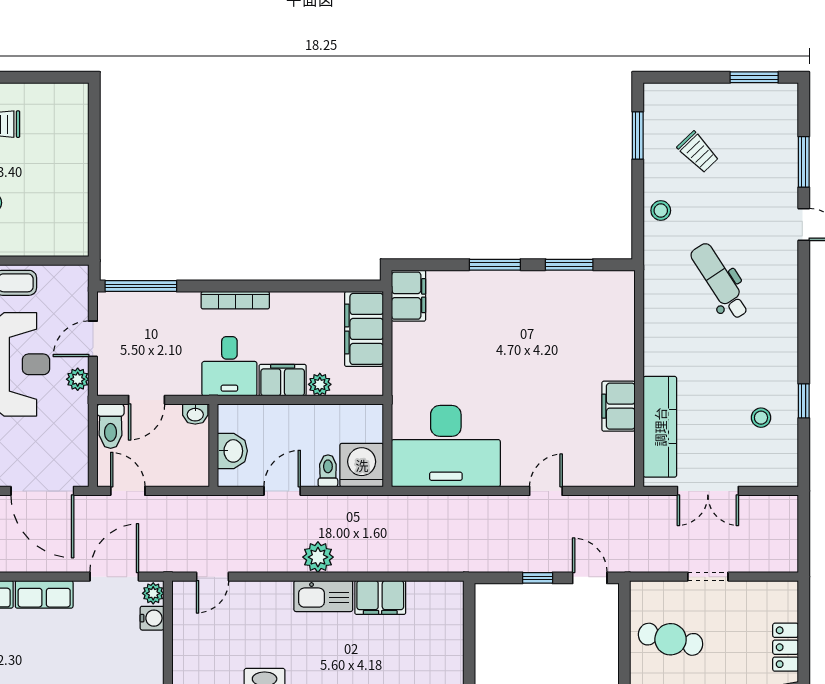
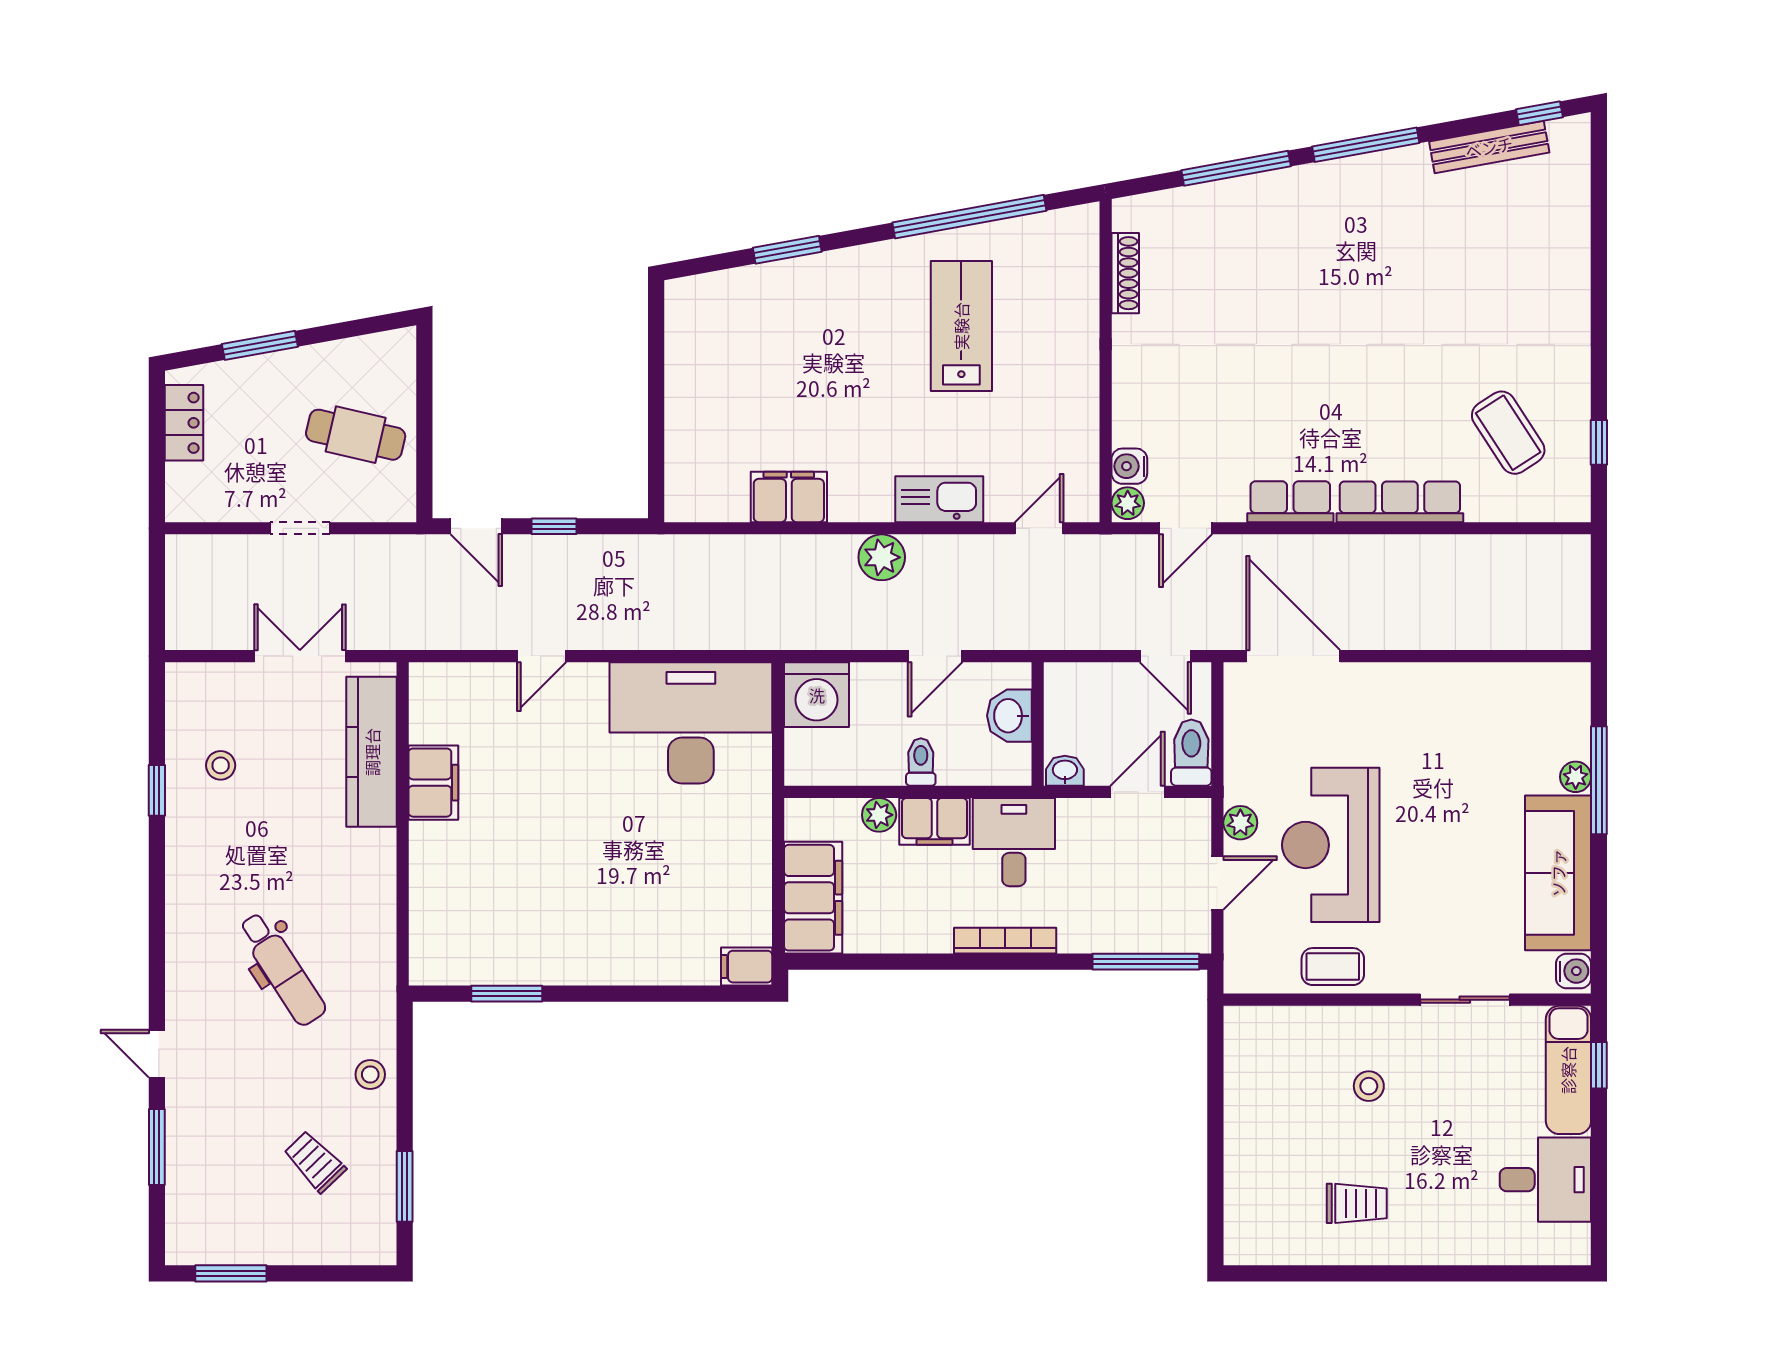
window: (495, 265) -> (618, 994), removed
filing cabinet: (409, 296) -> (747, 967), width x0.50
toilet: (328, 471) -> (921, 762), moved, turned 180
door: (114, 577) -> (1186, 528), width x0.73
kitchen sink: (323, 596) -> (939, 499), moved

